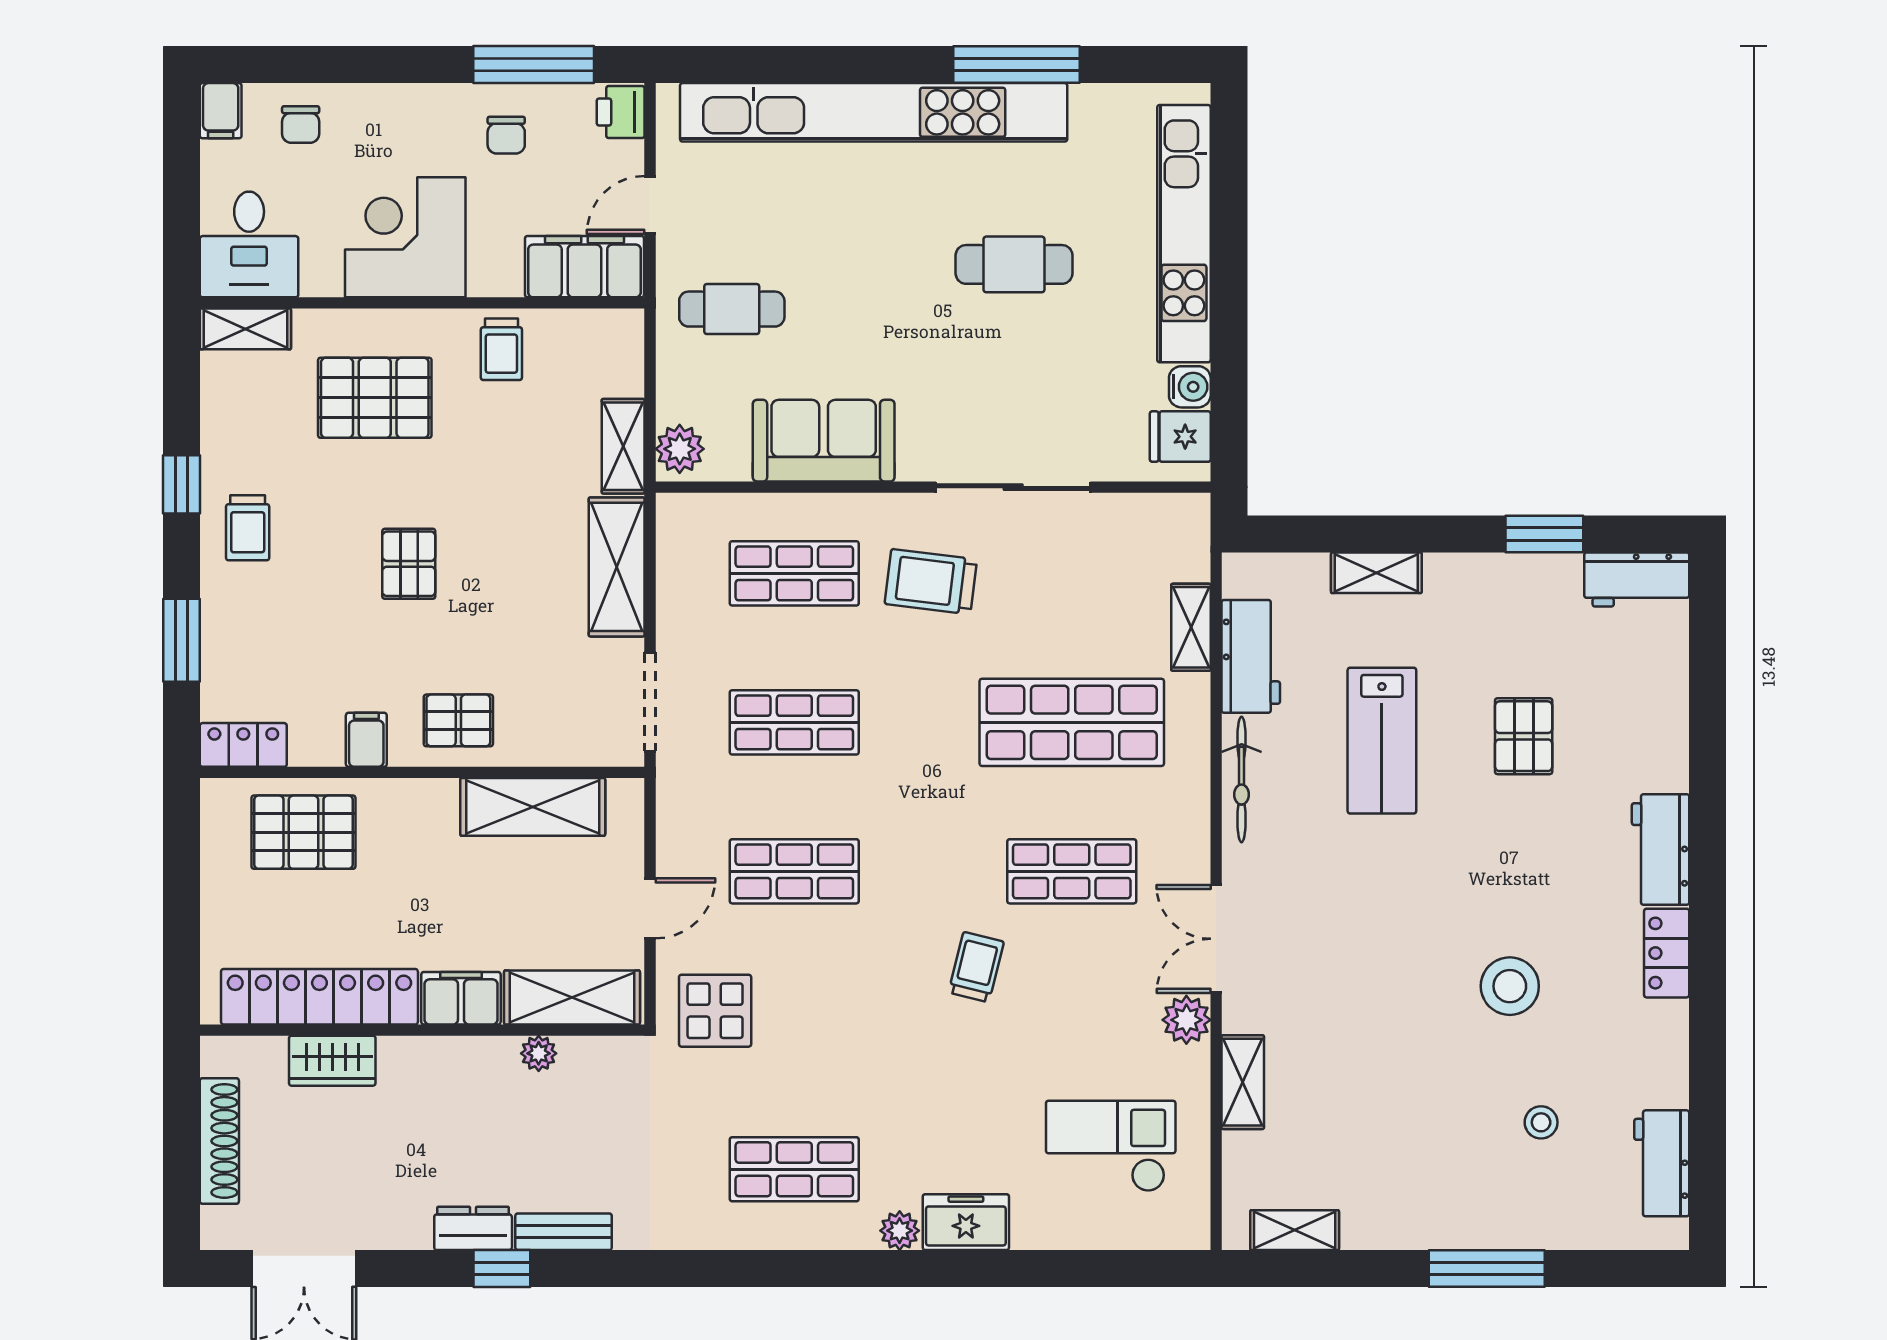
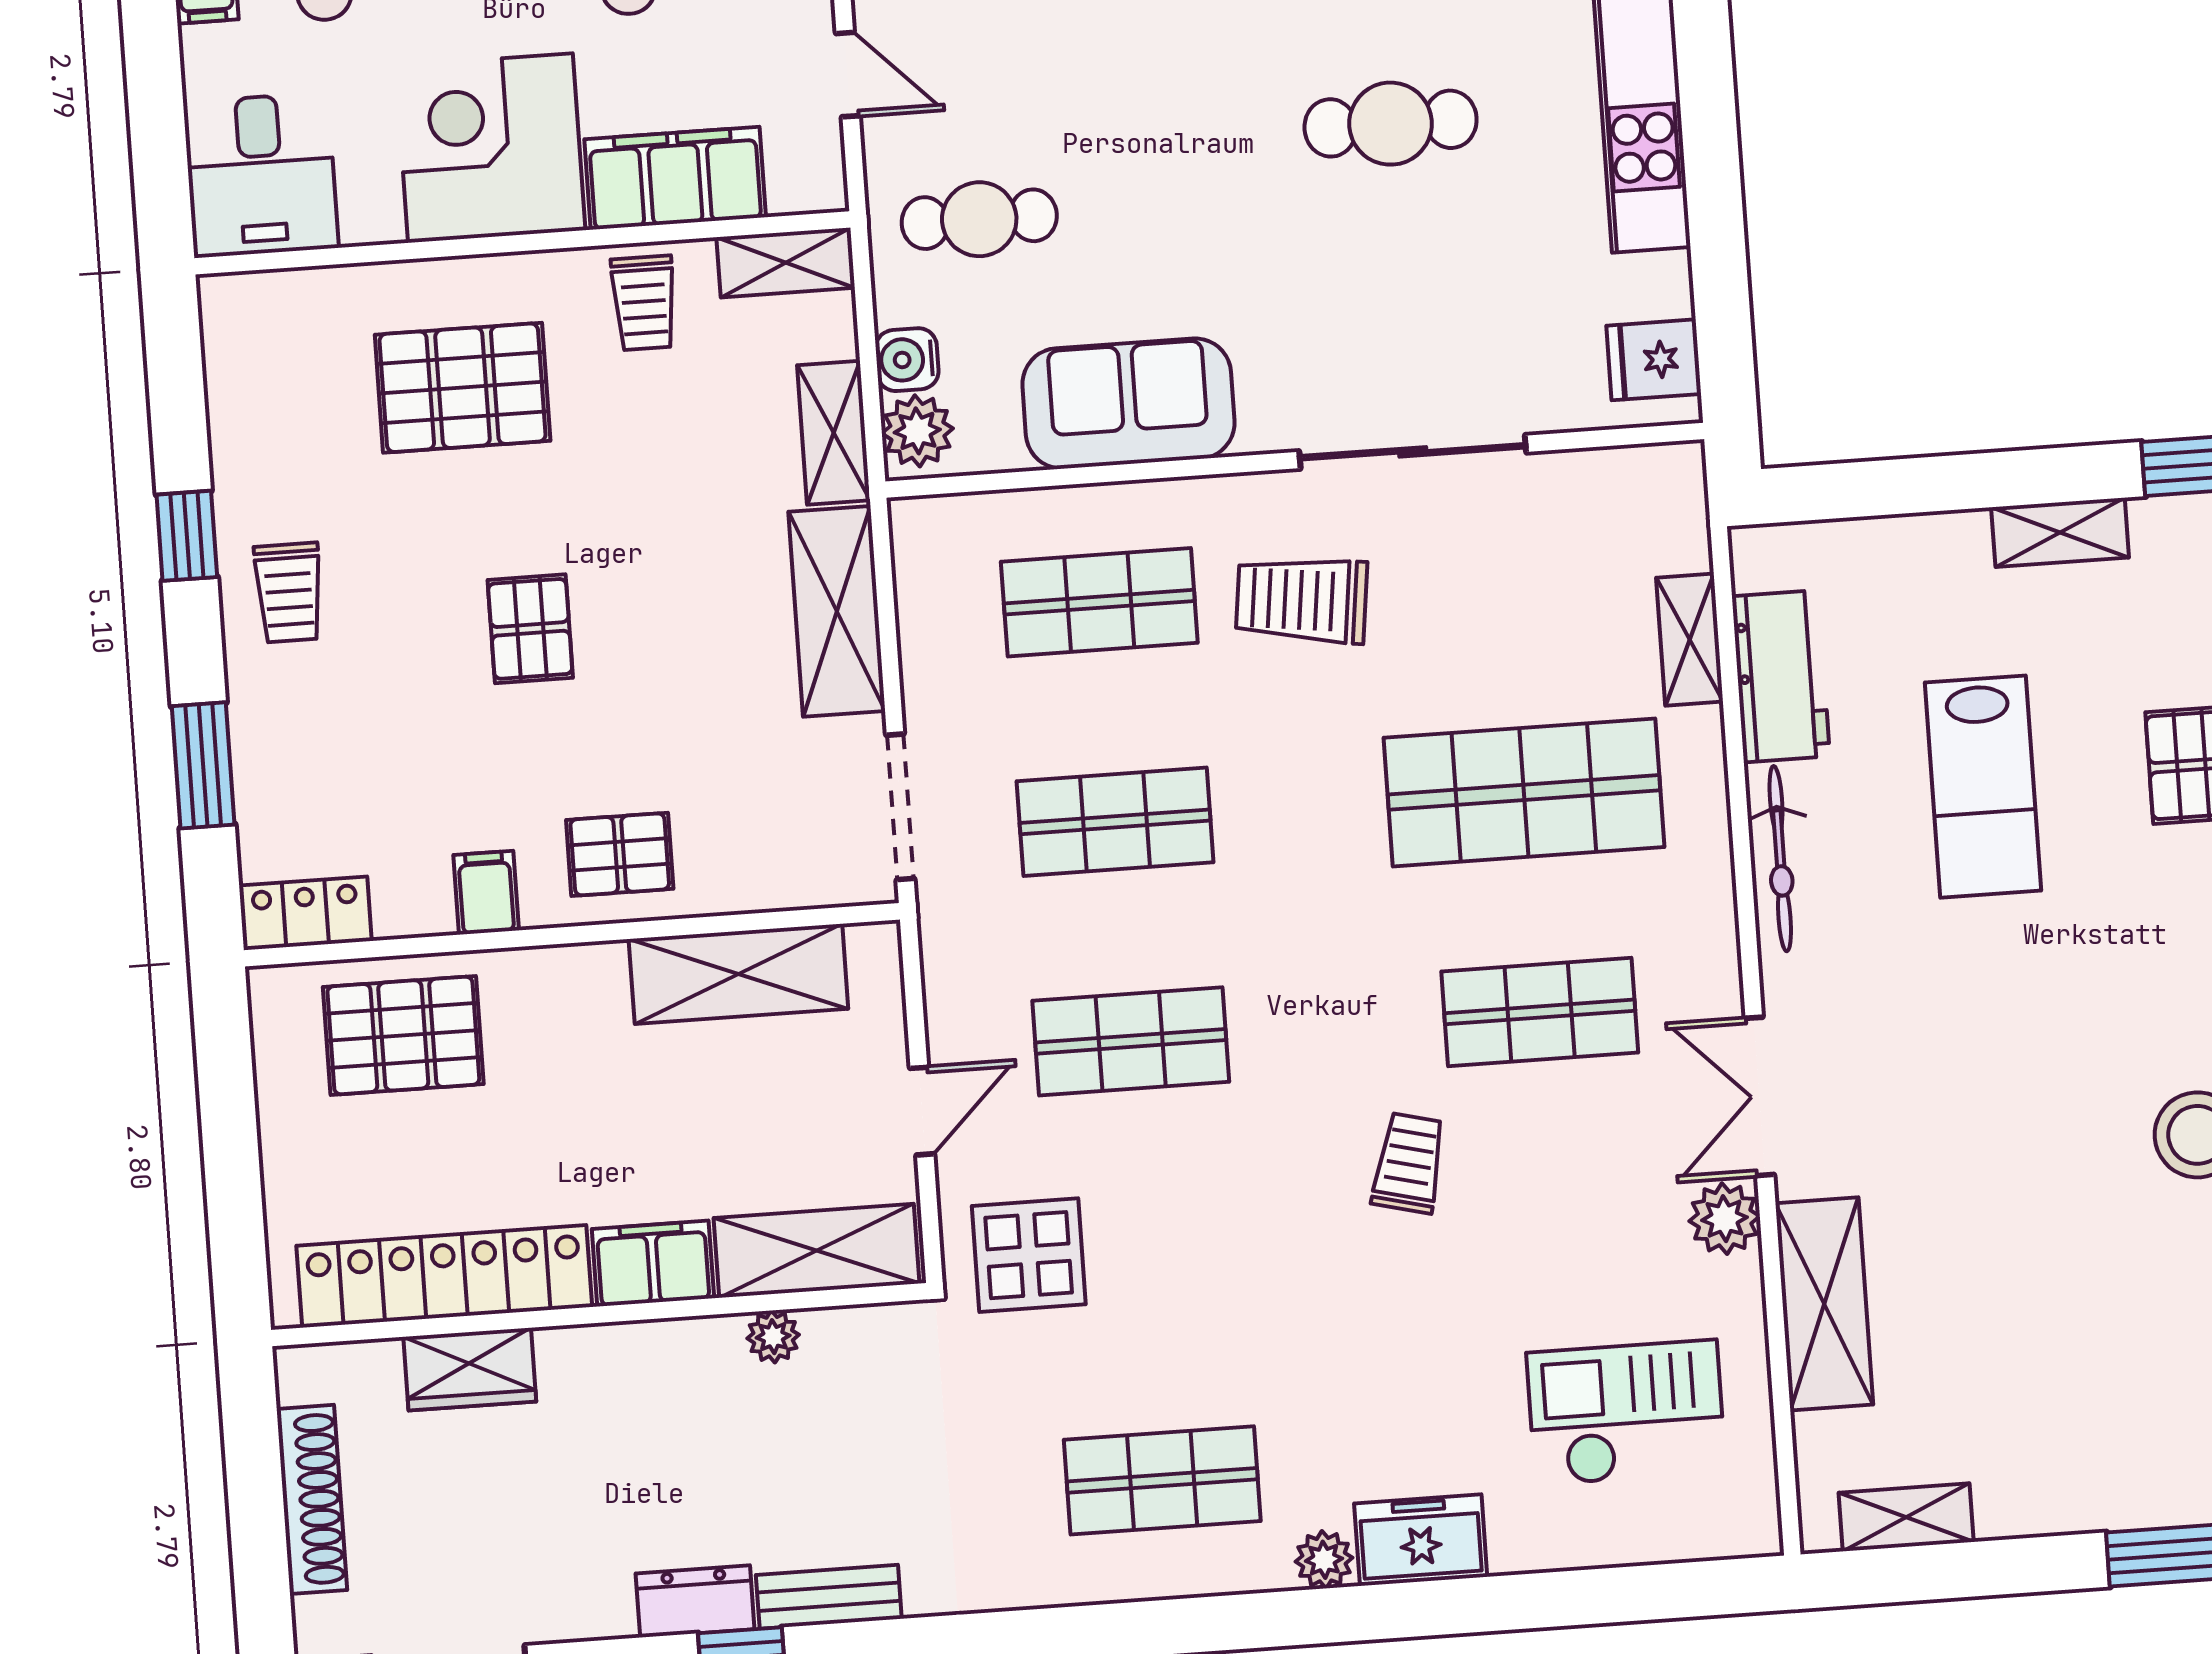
door: (650, 205) -> (848, 75), swing flipped
filing cabinet: (584, 267) -> (675, 178), moved
shelving: (245, 329) -> (786, 263), moved
water cooler: (1190, 387) -> (907, 360), moved, turned 180
shelving: (1376, 573) -> (2060, 532), moved
shelving: (1243, 1082) -> (1824, 1304), width x1.50, depth x1.33

